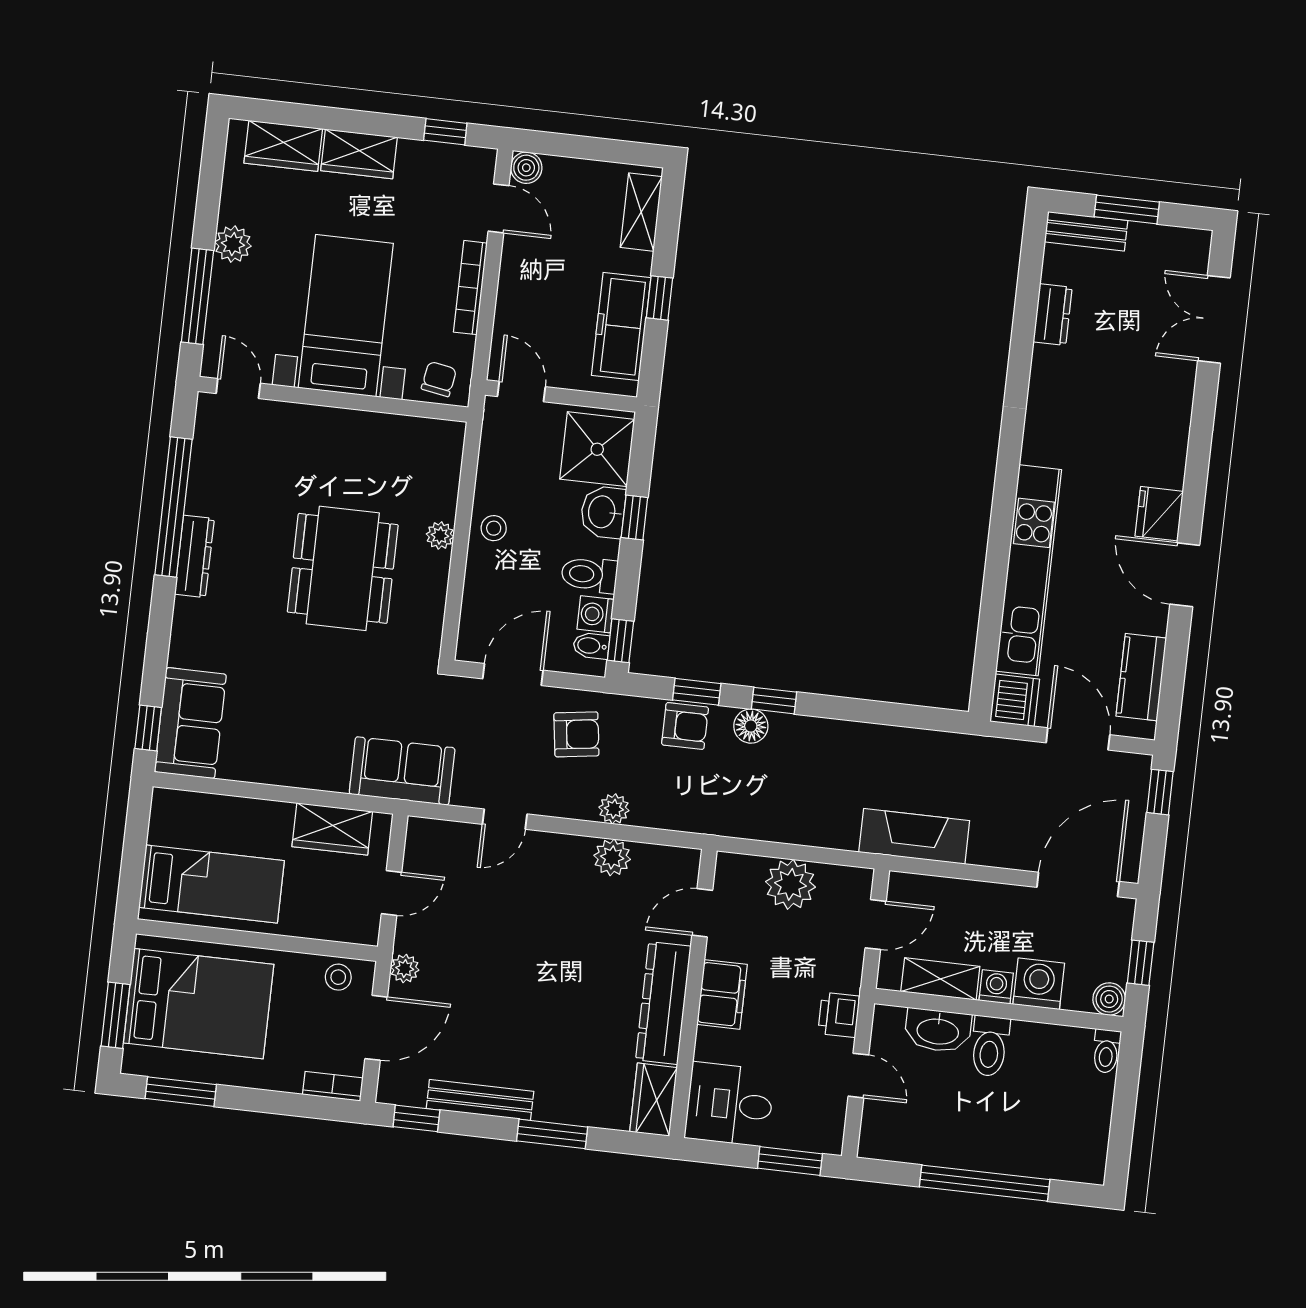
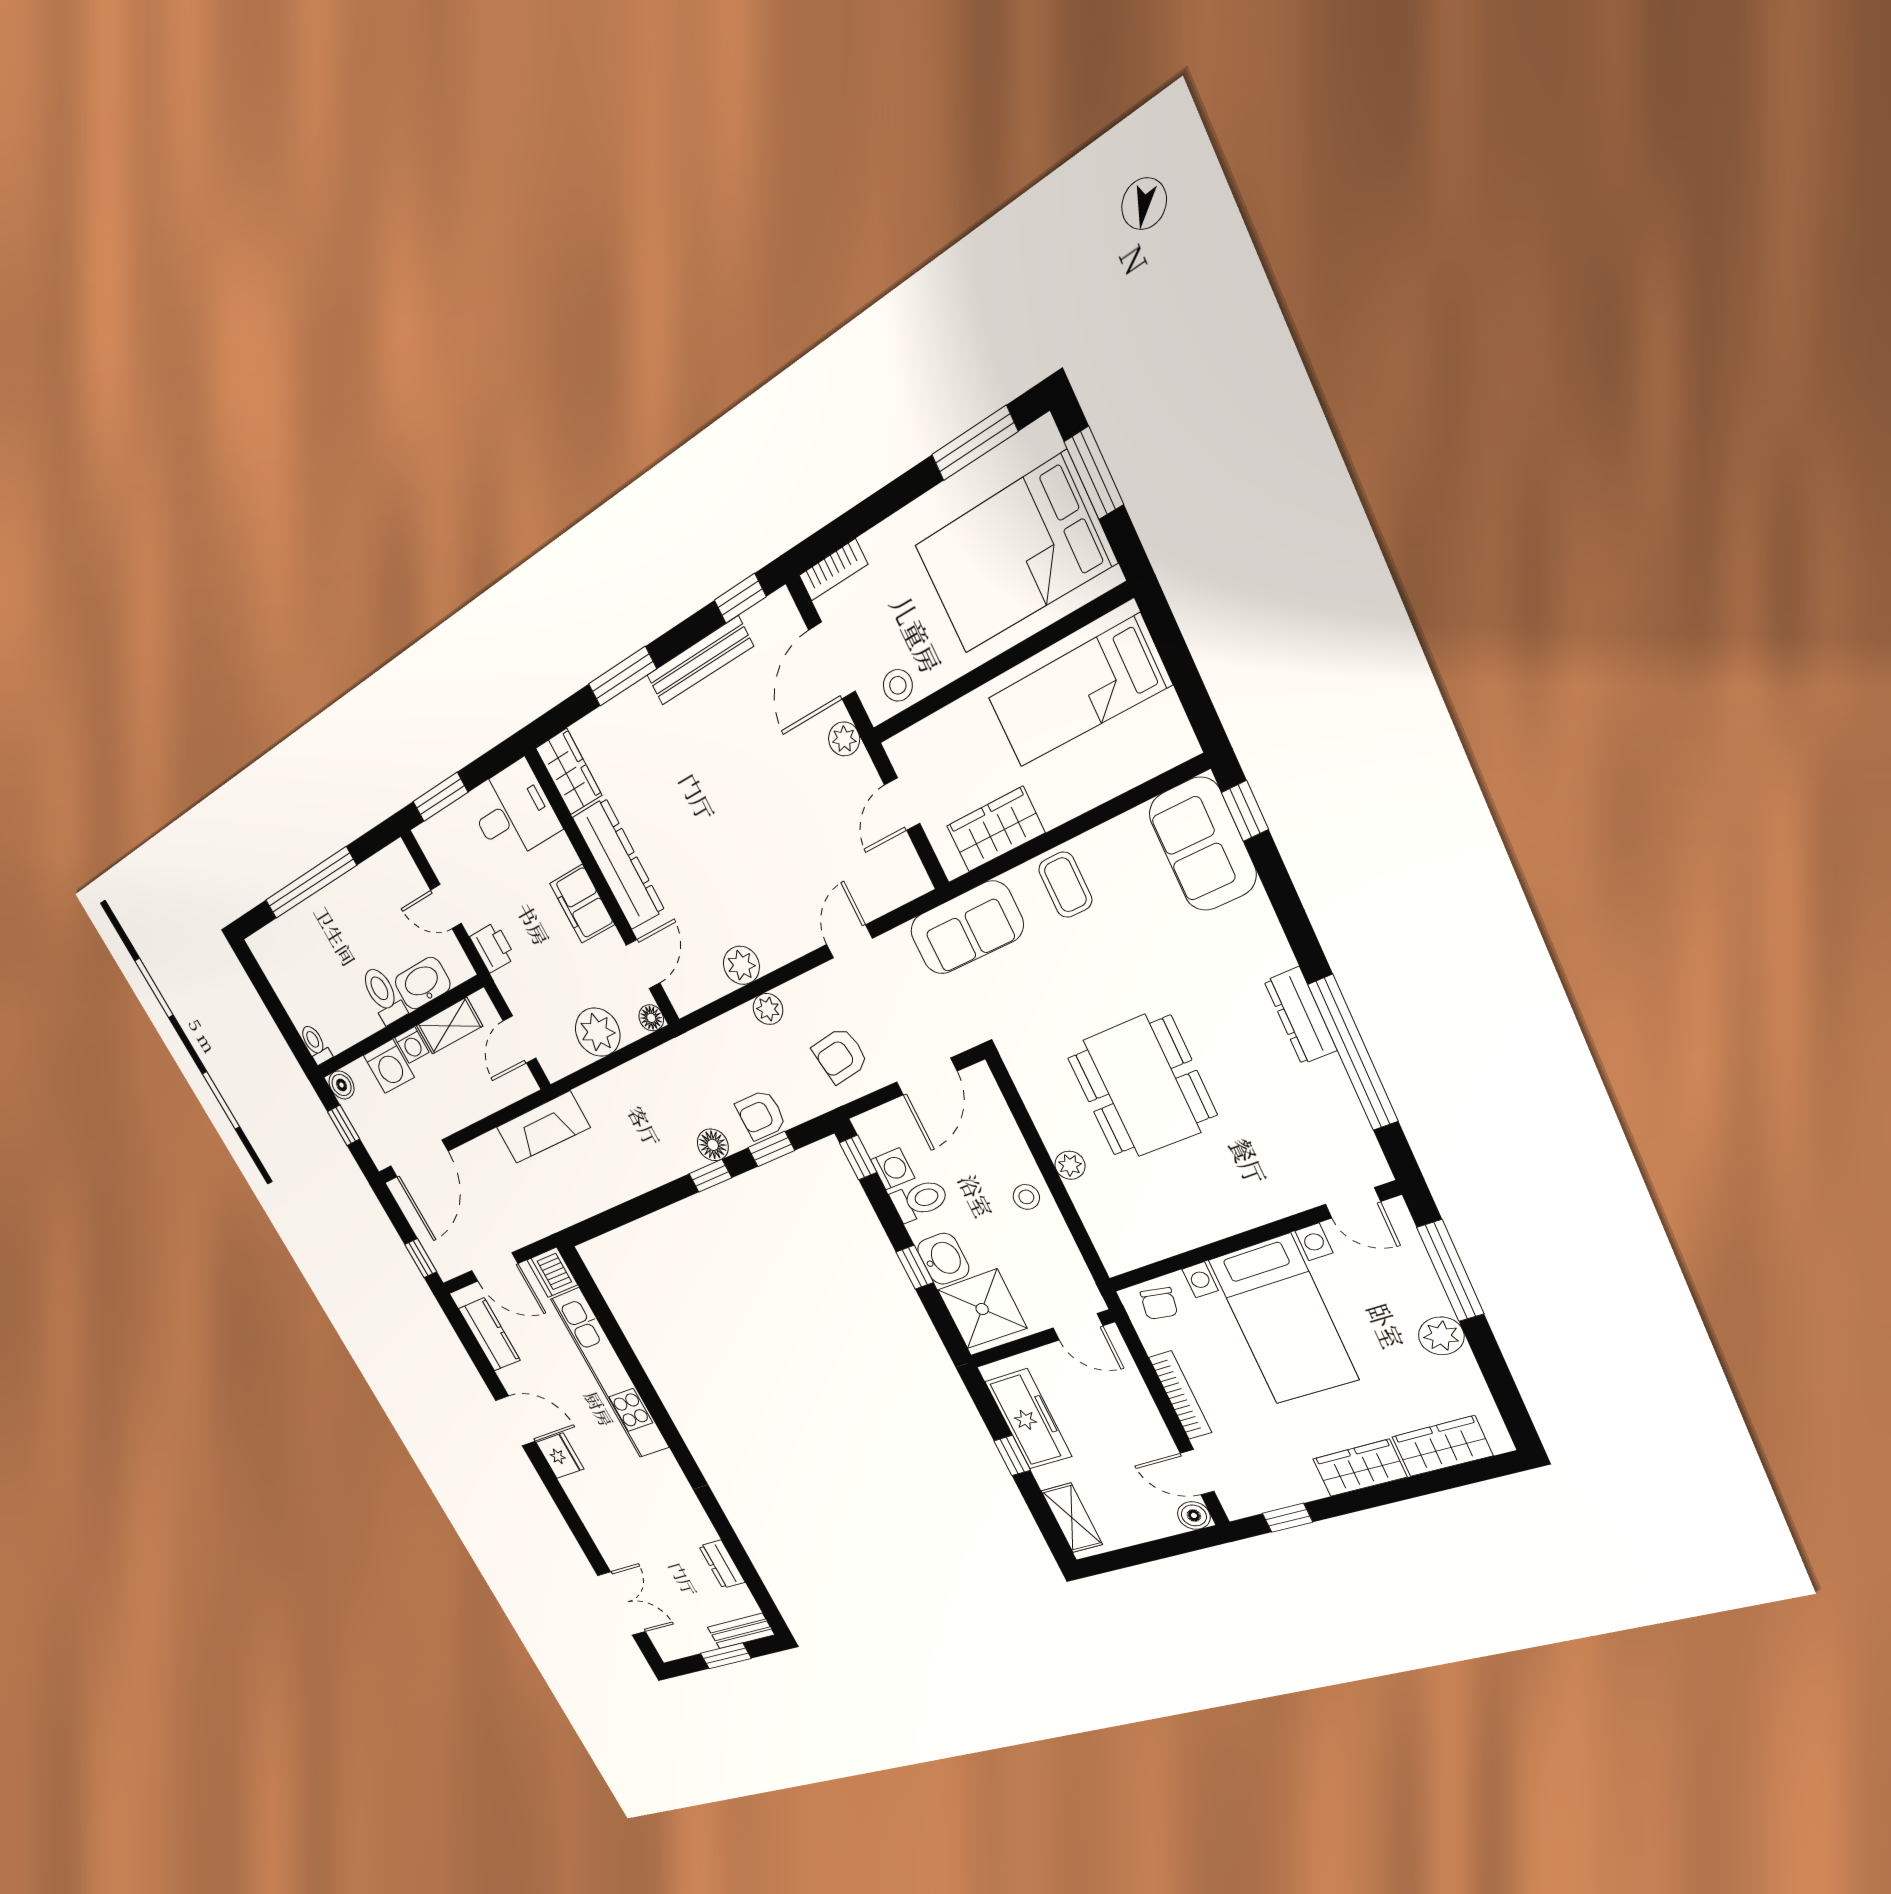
bidet: (591, 646) -> (879, 1140), removed
coffee table: (306, 756) -> (1065, 885), added
floor lamp: (728, 865) -> (651, 1018), added

